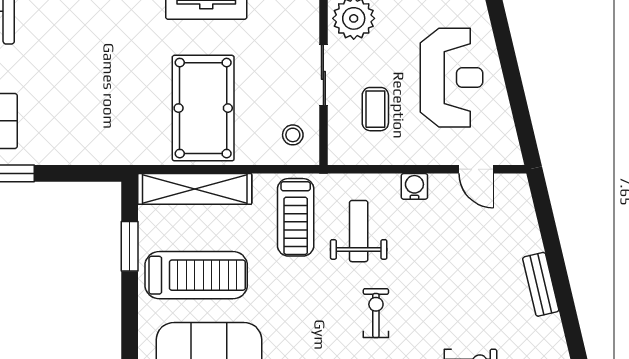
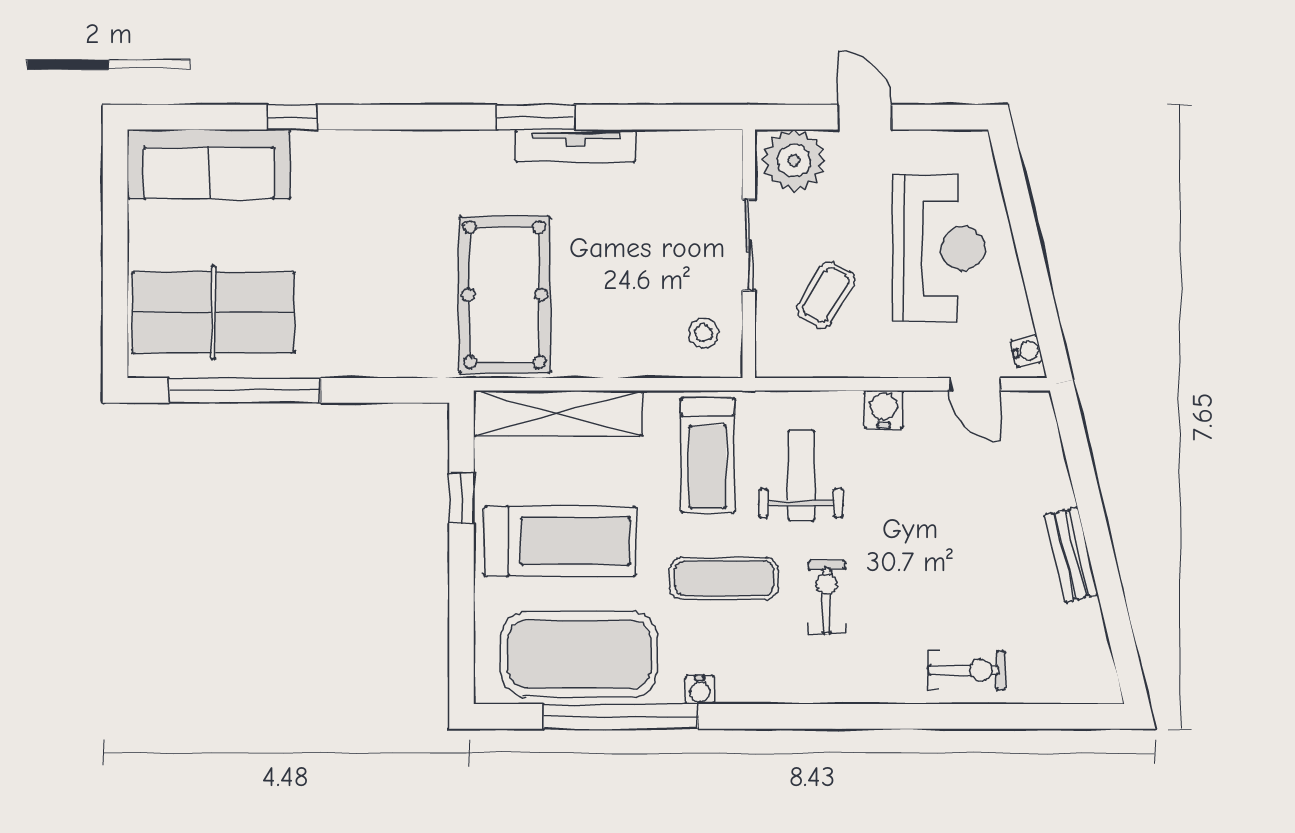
pool table: (203, 108) -> (505, 295), moved
coffee table: (375, 109) -> (826, 295), turned 31
water cooler: (511, 147) -> (1027, 351), added
window: (130, 246) -> (461, 498), width x0.67
exercise mat: (307, 300) -> (724, 578), added

